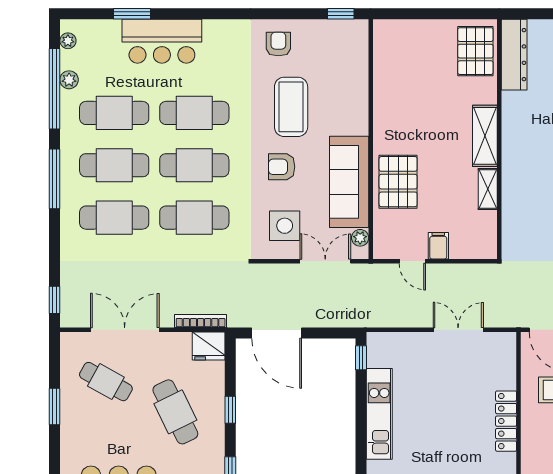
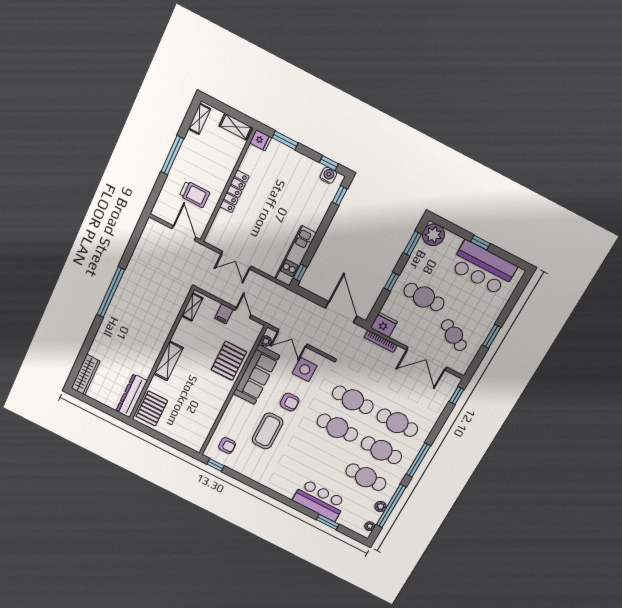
armchair: (278, 44) -> (227, 446), moved, turned -90
cafe table: (194, 113) -> (322, 455), removed
shelving: (488, 189) -> (192, 307), moved
cafe table: (175, 412) -> (424, 297), turned -64
kitchen unit: (379, 414) -> (295, 256), moved

